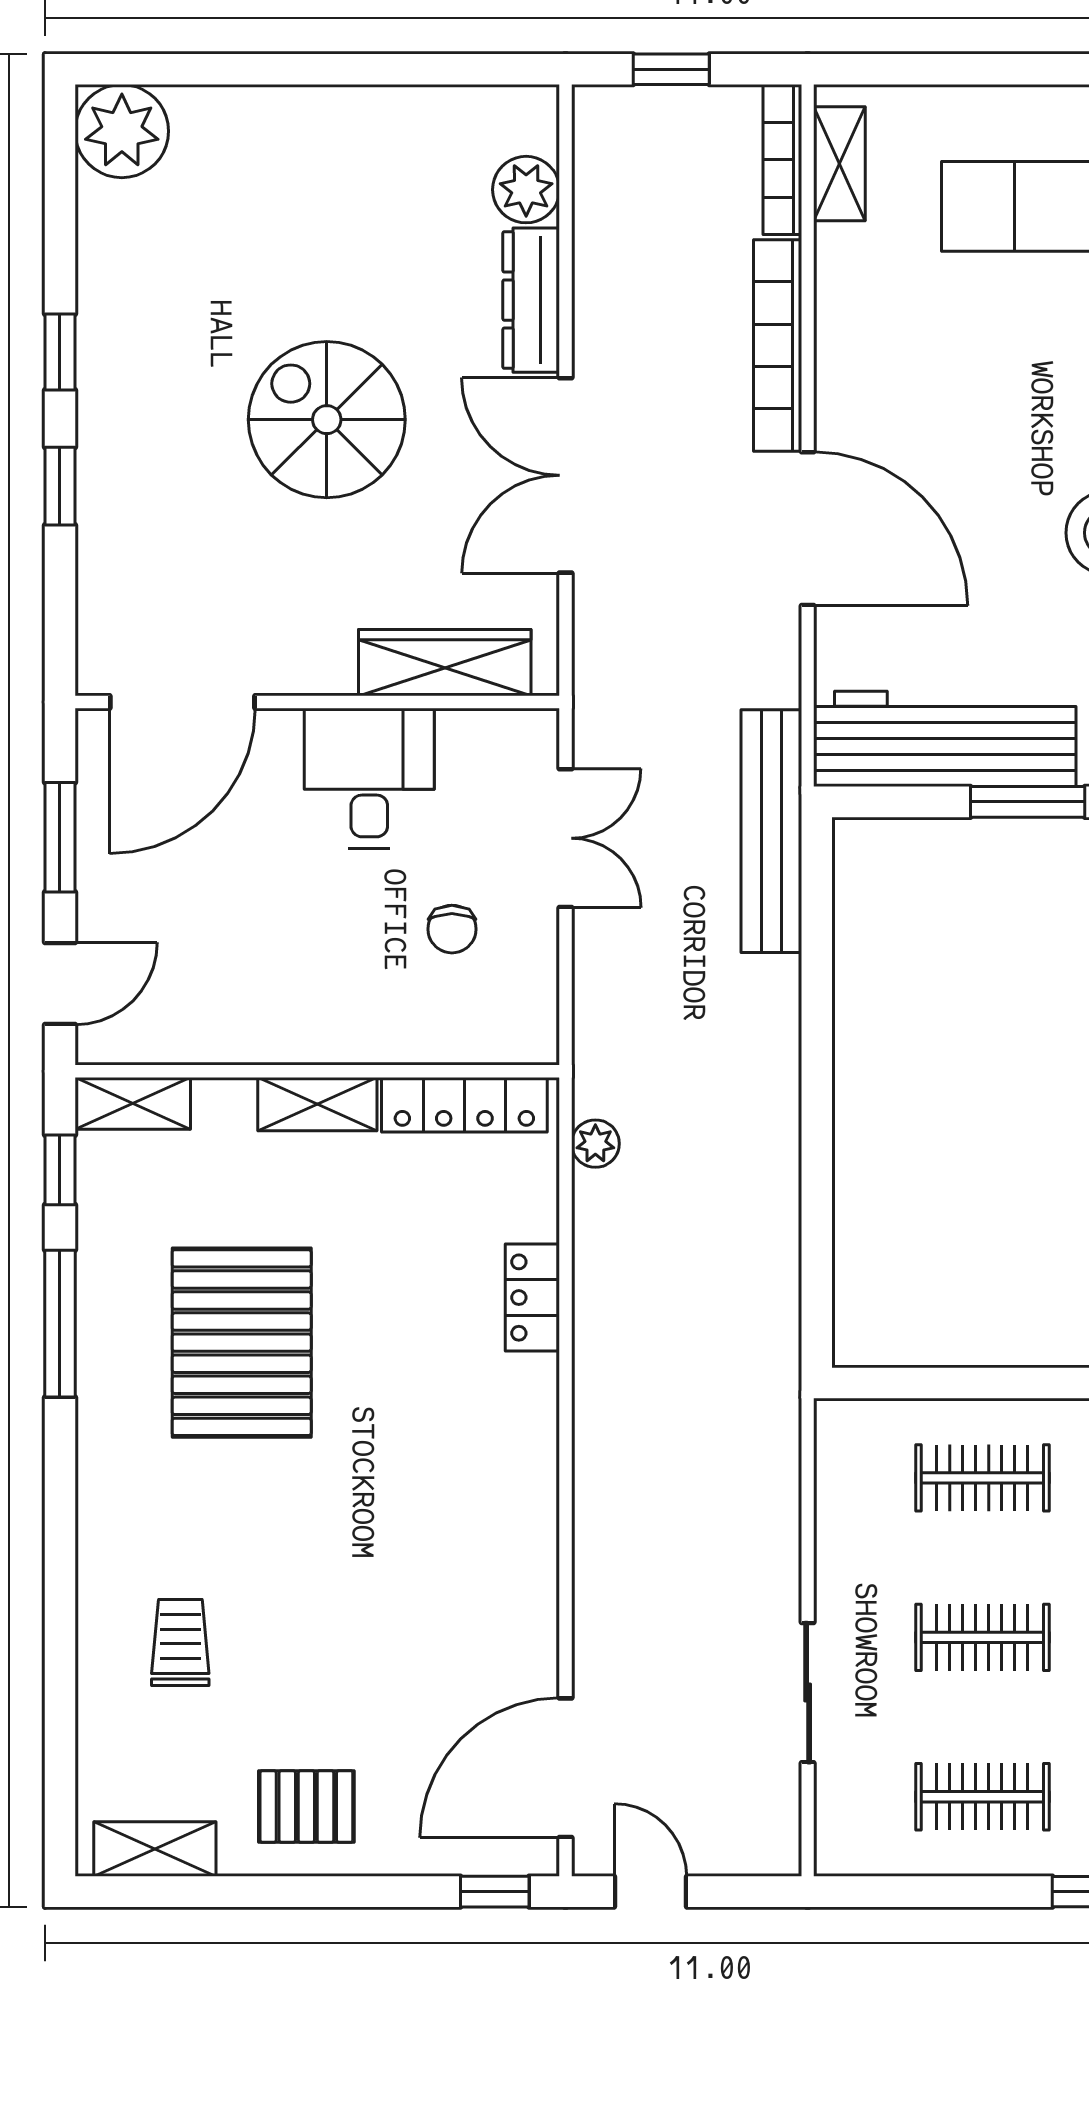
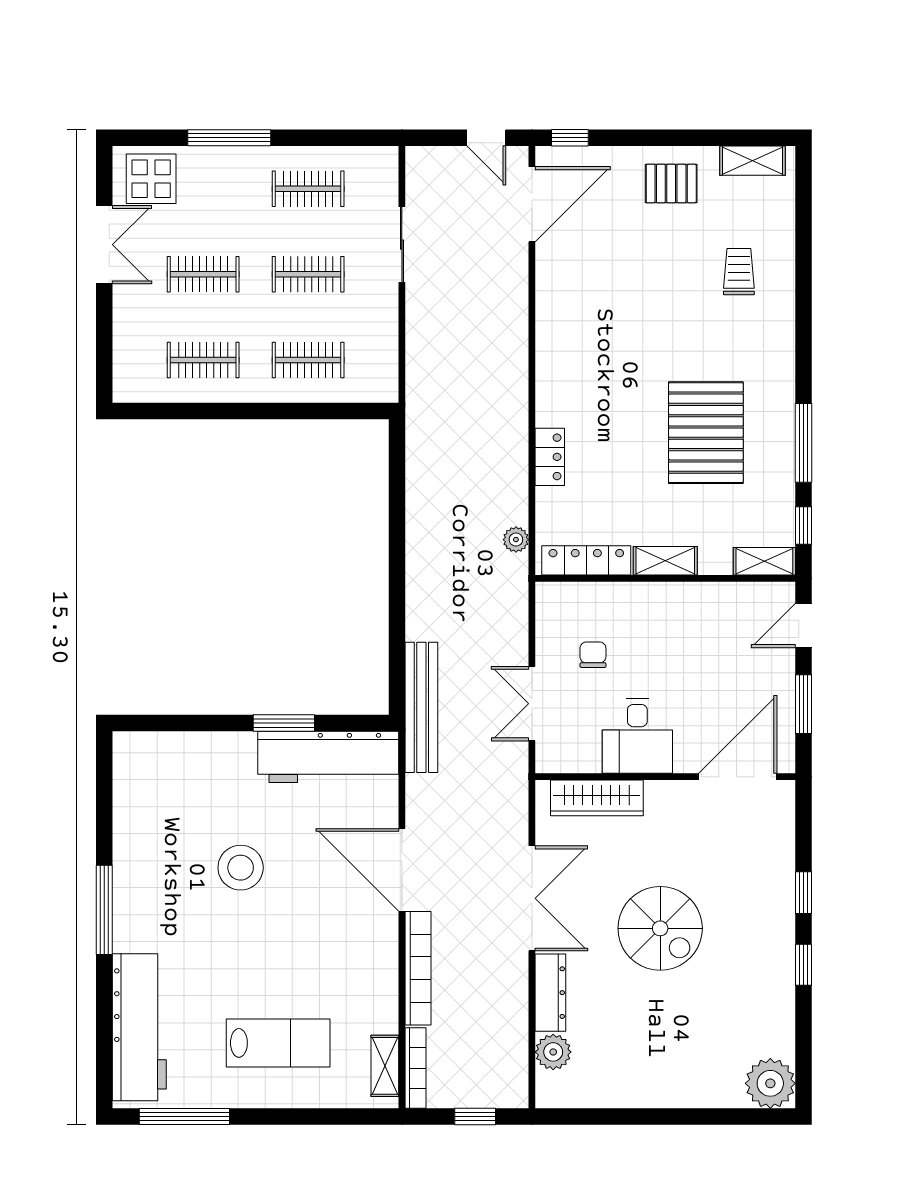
trolley: (180, 1643) -> (739, 272), turned 180

